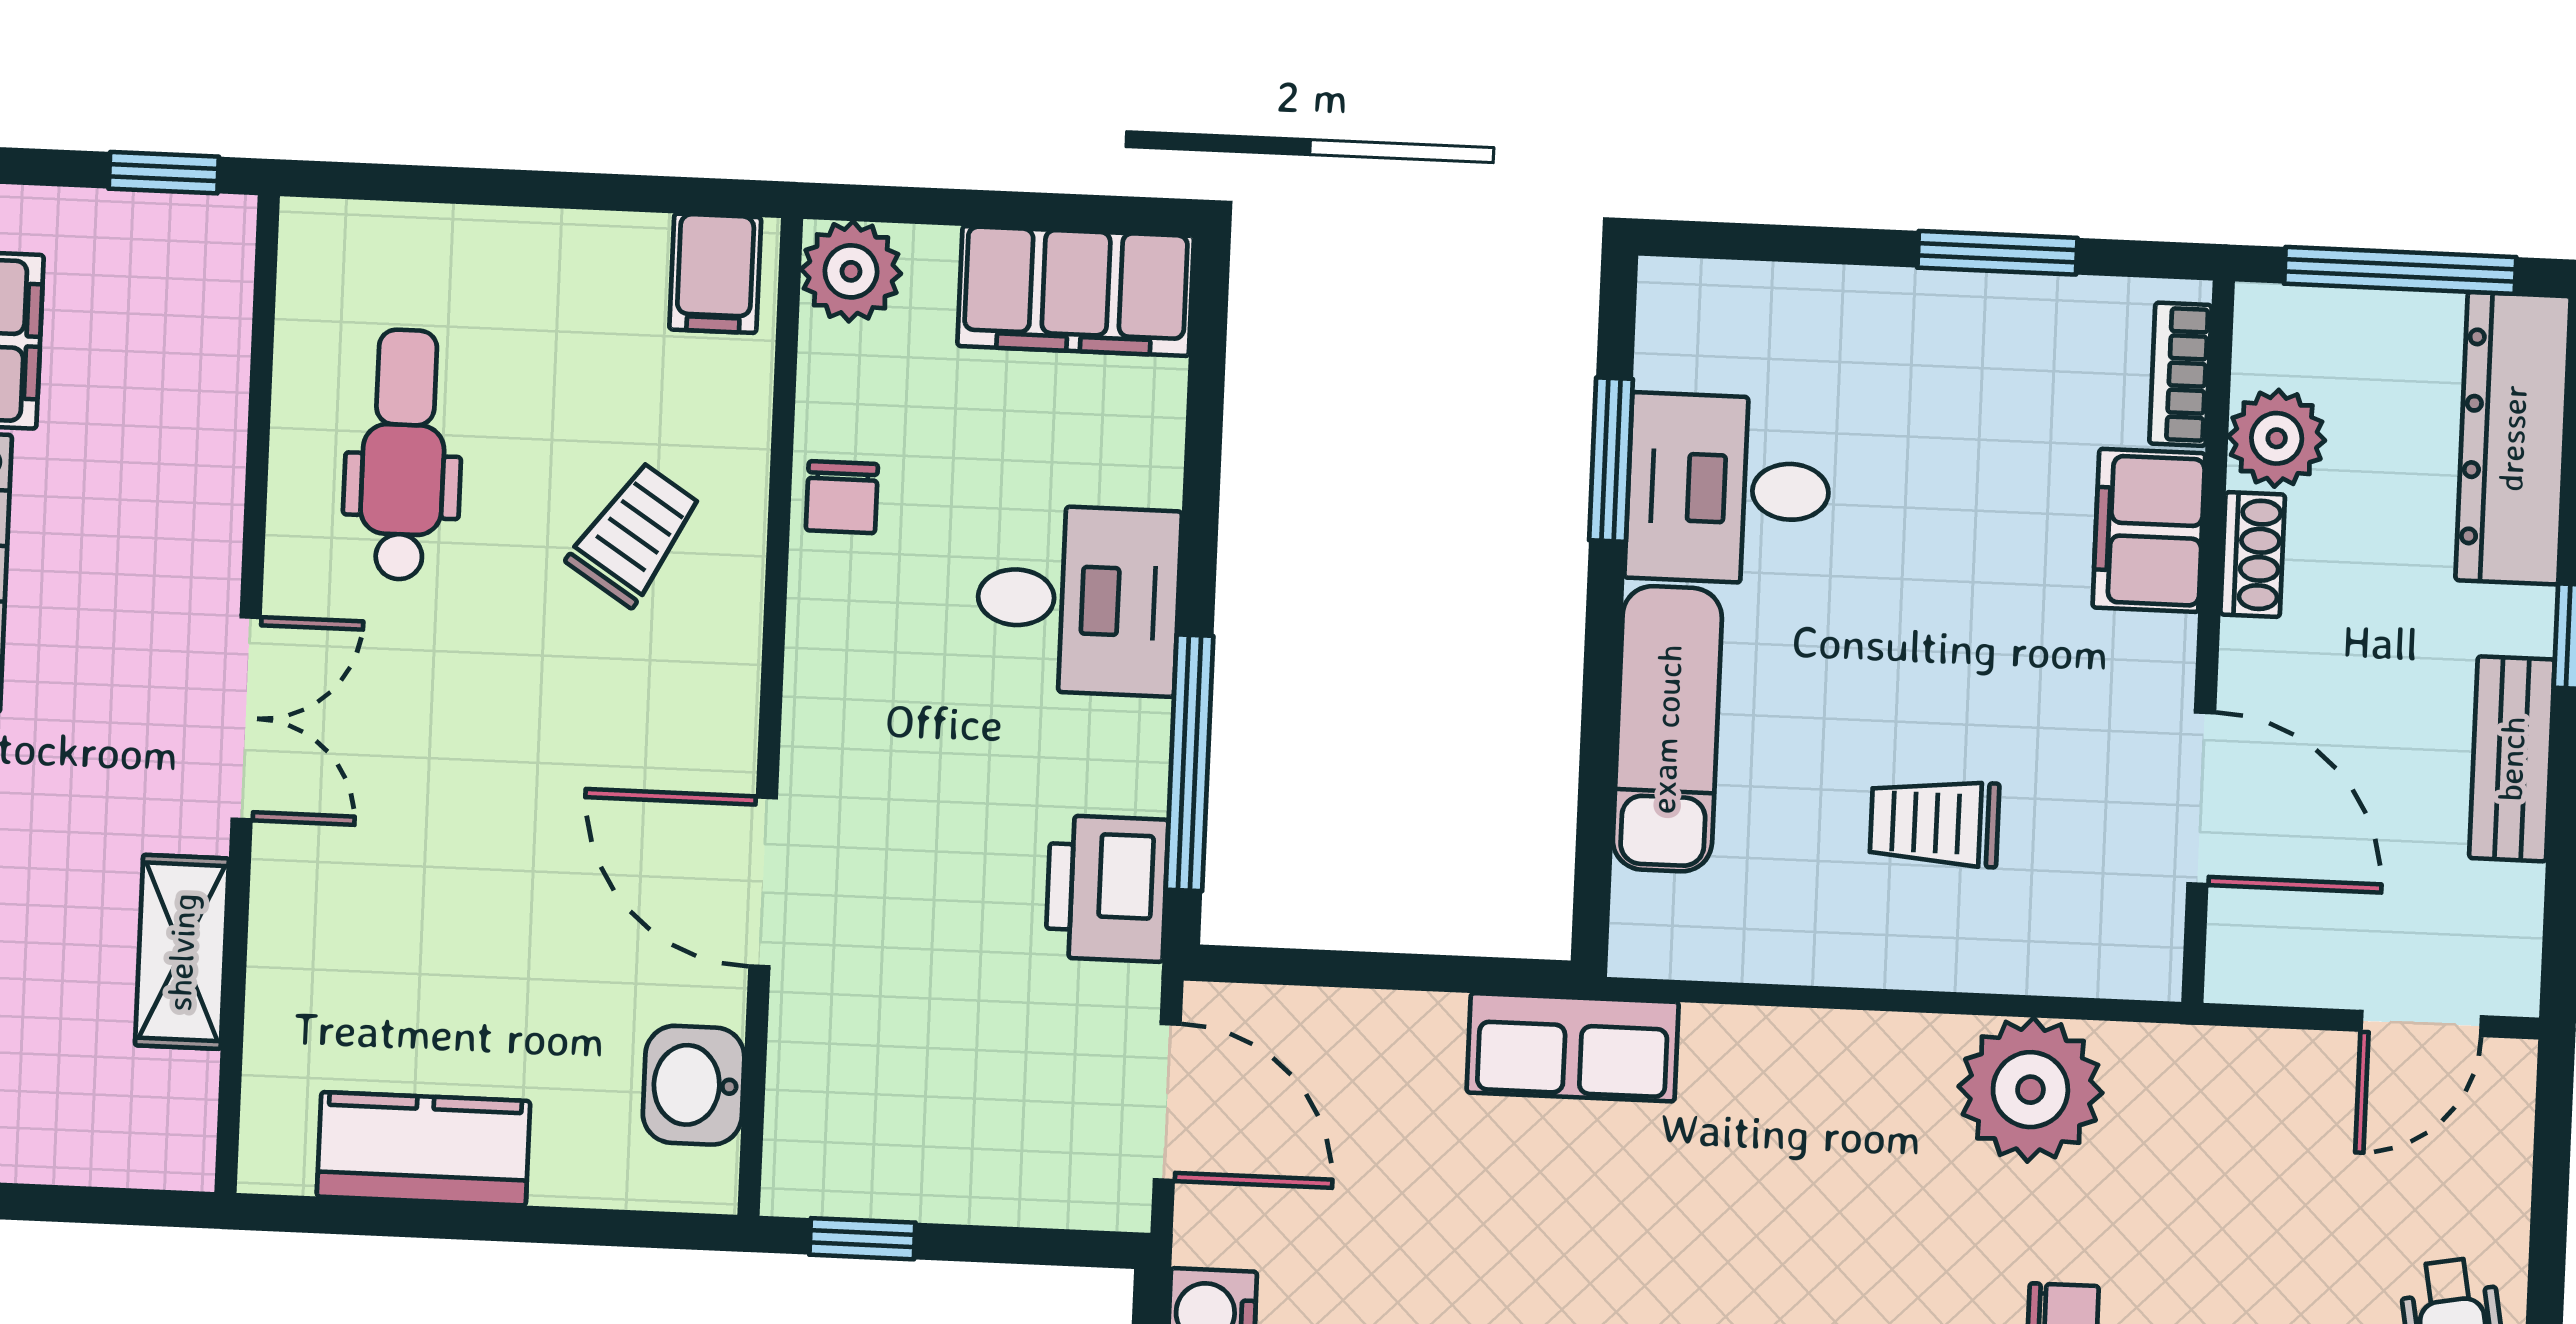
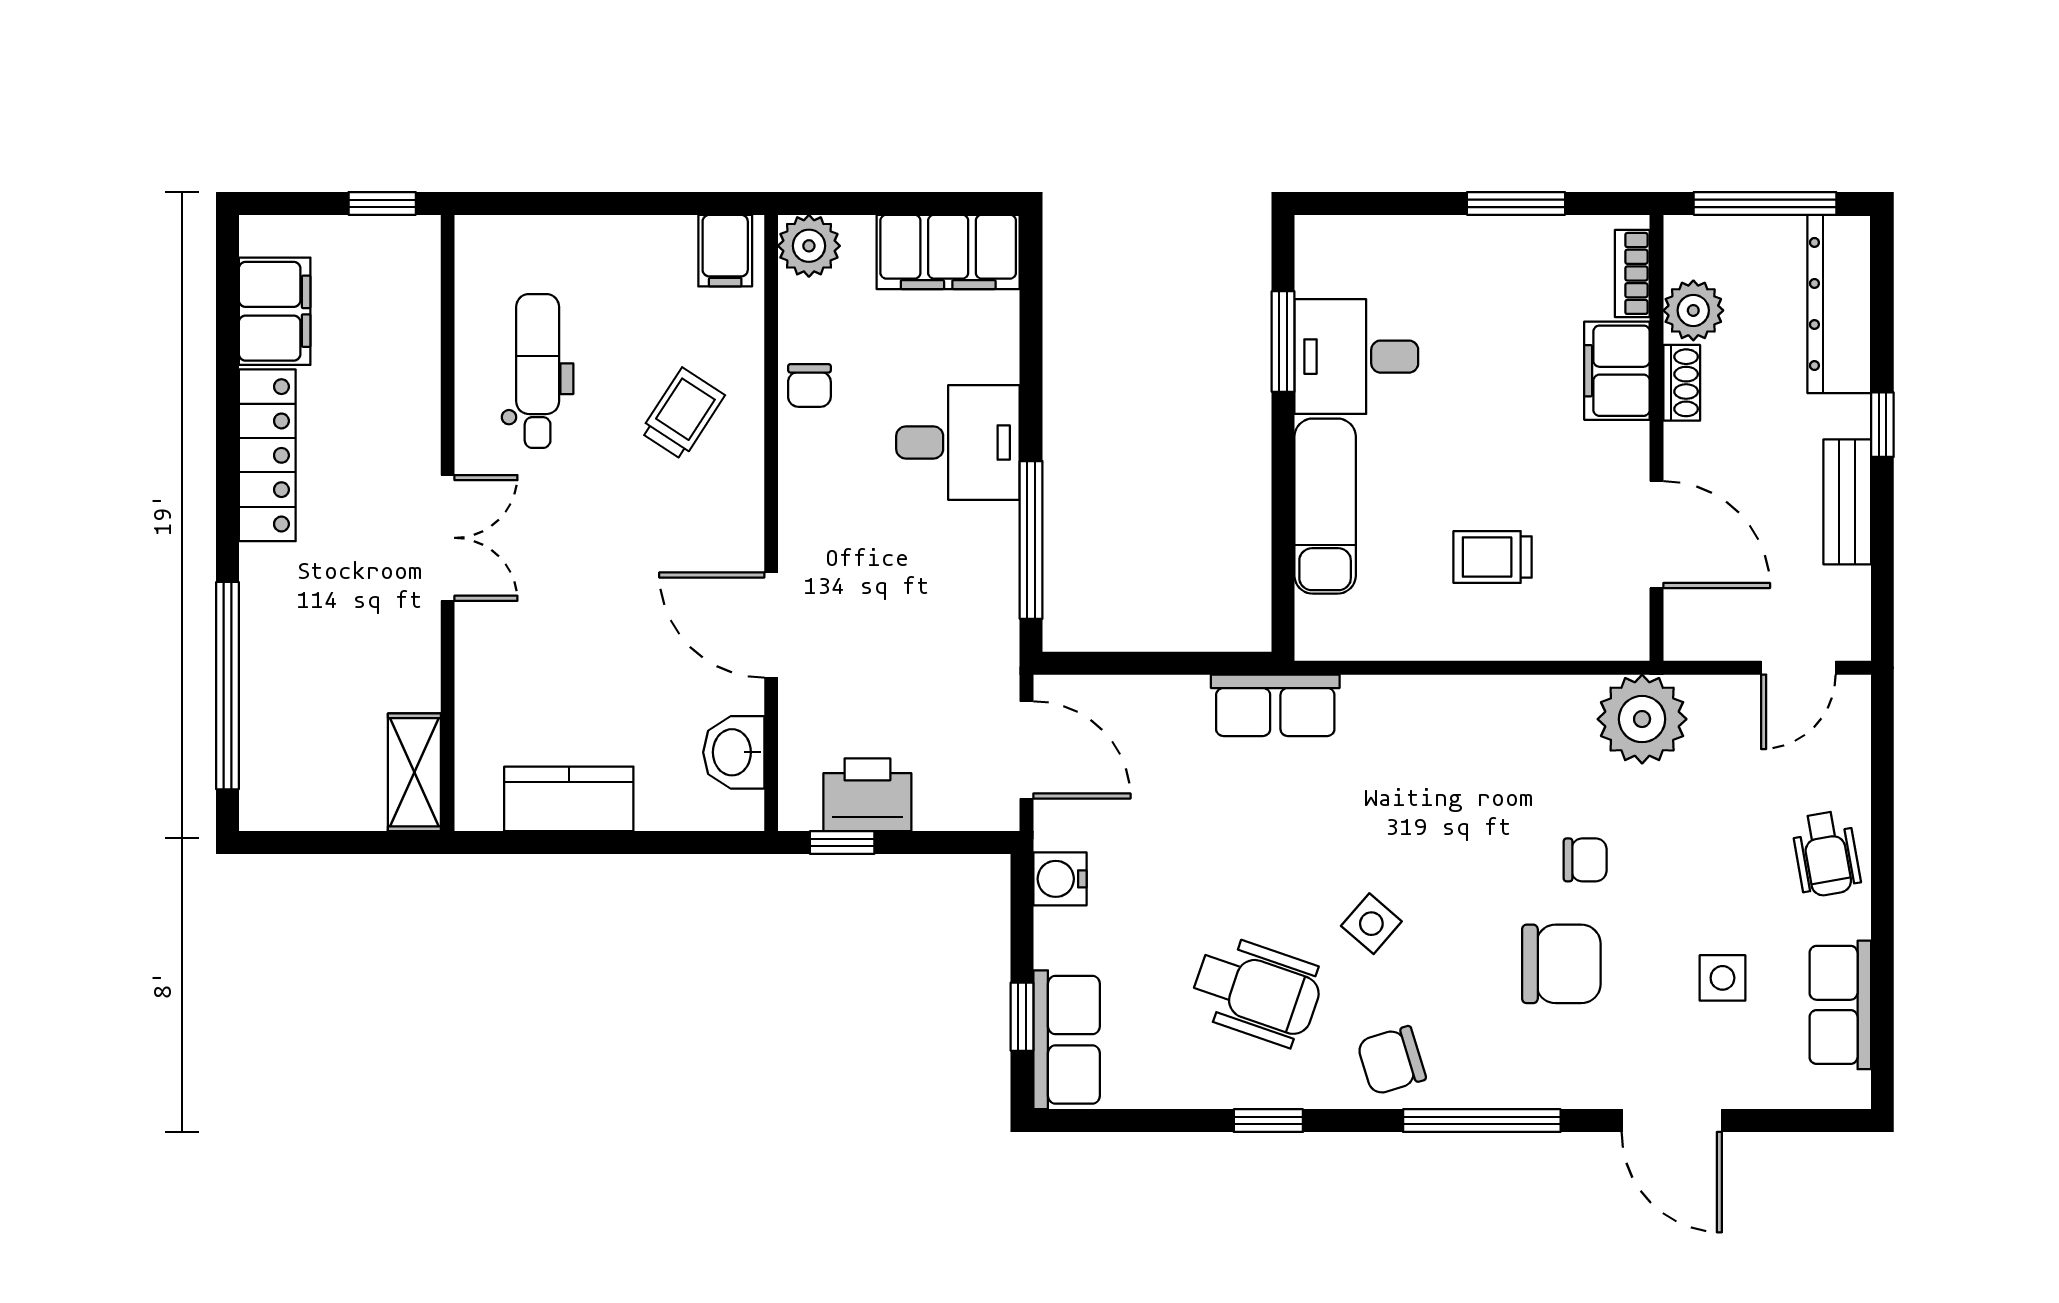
printer: (1107, 888) -> (867, 795), moved, turned 90
shelving: (182, 952) -> (414, 772), moved
plant: (2030, 1090) -> (1642, 719), moved

